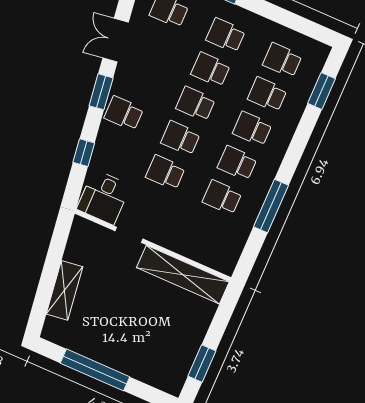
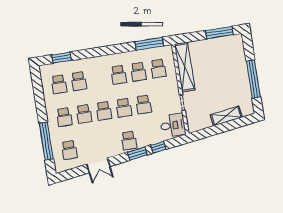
window: (101, 92) -> (137, 154), moved
school desk: (252, 129) -> (158, 69), moved
window: (271, 206) -> (149, 44), moved
window: (202, 363) -> (219, 33), width x1.44

